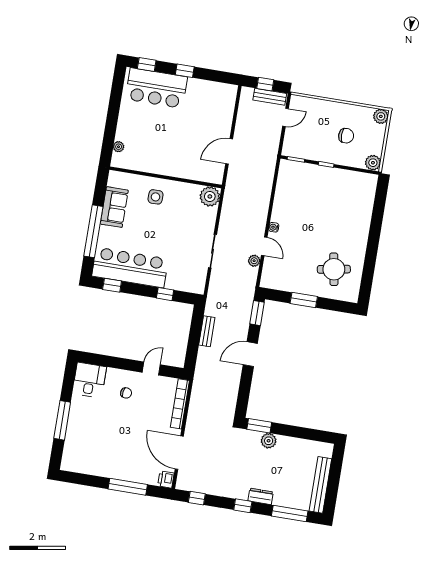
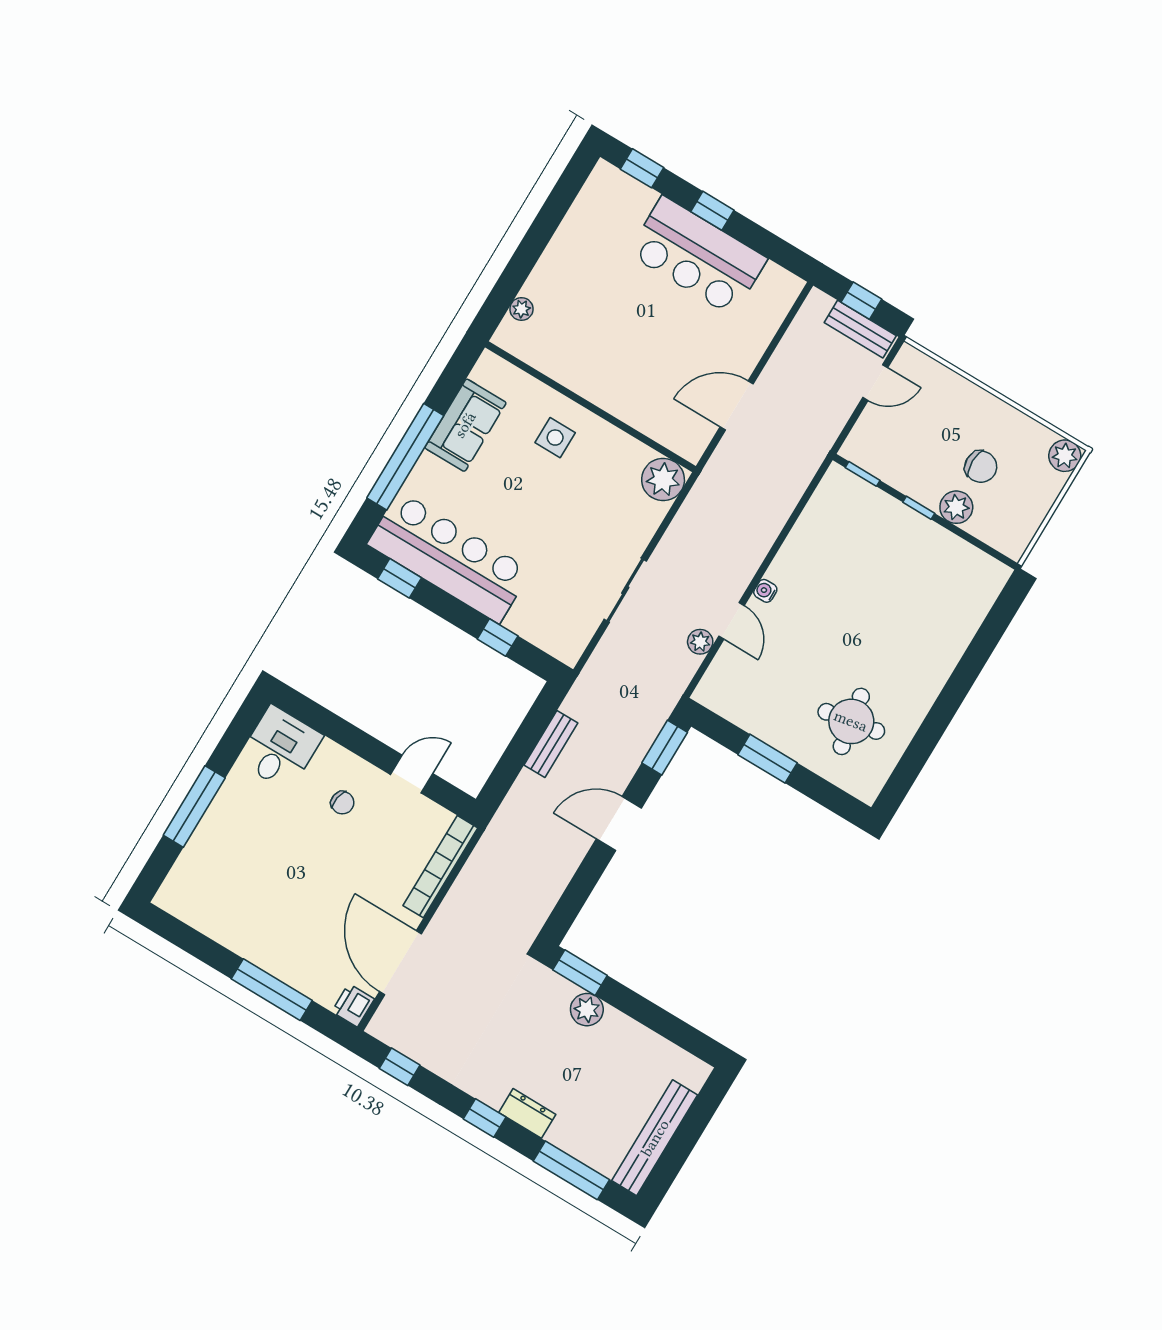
bar counter: (156, 88) -> (698, 256), moved
plant: (373, 163) -> (956, 507), moved

